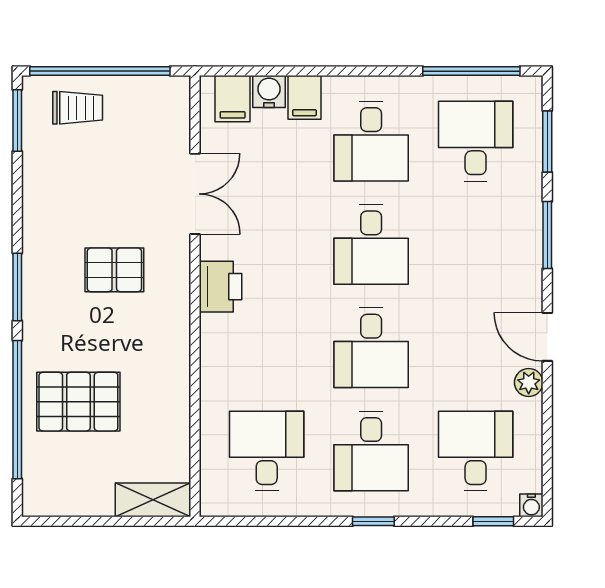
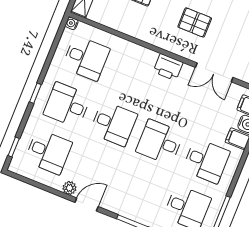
desk: (371, 141) -> (206, 161), turned 180
pallet: (114, 270) -> (195, 22), turned 90
desk: (371, 348) -> (113, 124), turned 180
water cooler: (531, 505) -> (72, 23), moved

